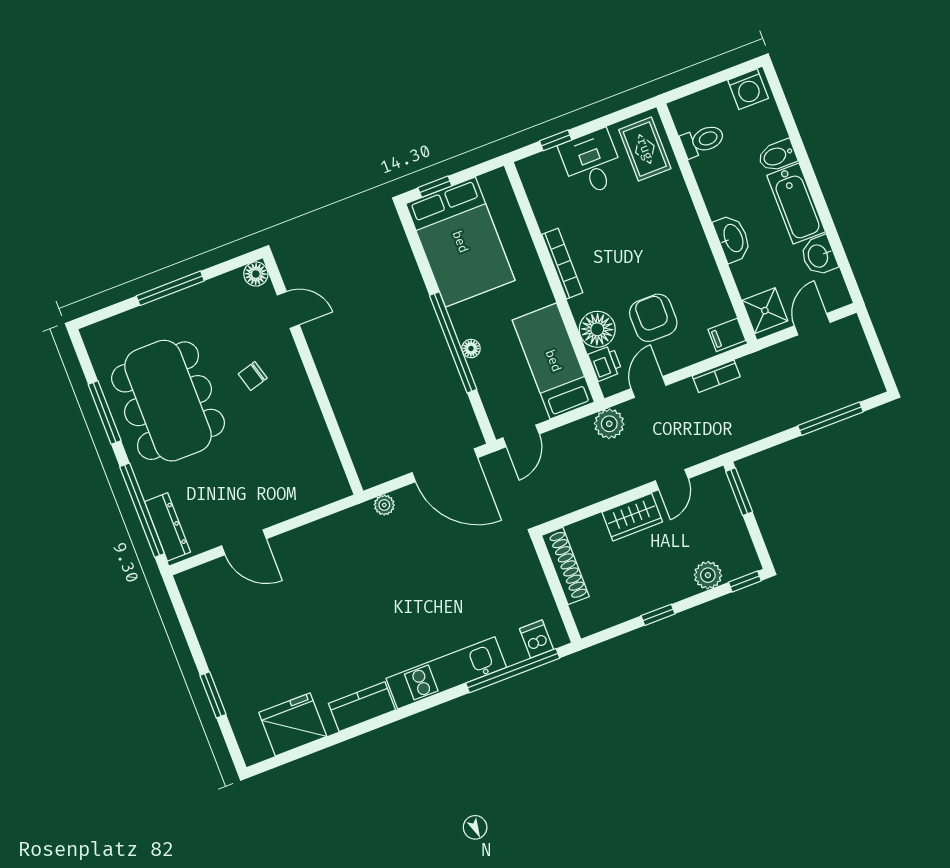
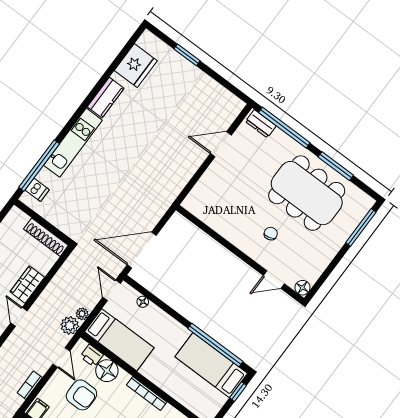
bed: (460, 242) -> (211, 365), width x0.67
window: (170, 288) -> (361, 227), moved
window: (453, 342) -> (215, 345), moved
floor lamp: (471, 349) -> (143, 302), moved
plant: (384, 505) -> (82, 314), moved
dresser: (168, 527) -> (261, 124), width x0.70

